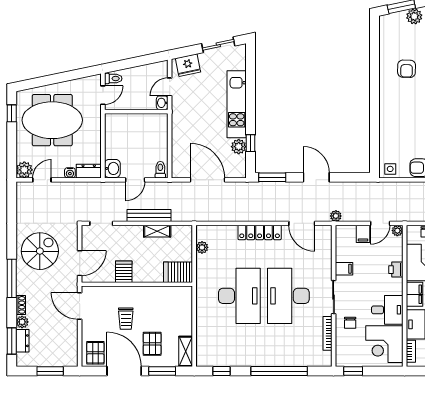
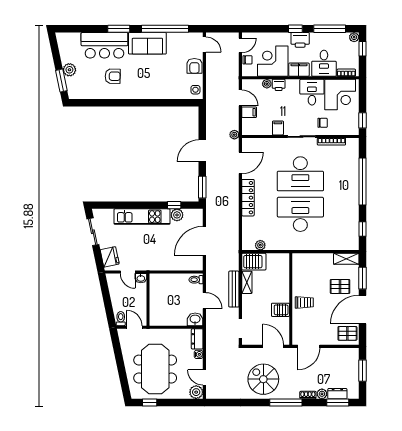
plant: (397, 231) -> (267, 84), moved
server rack: (178, 272) -> (254, 262), moved, turned -90
trolley: (126, 319) -> (304, 302), moved

